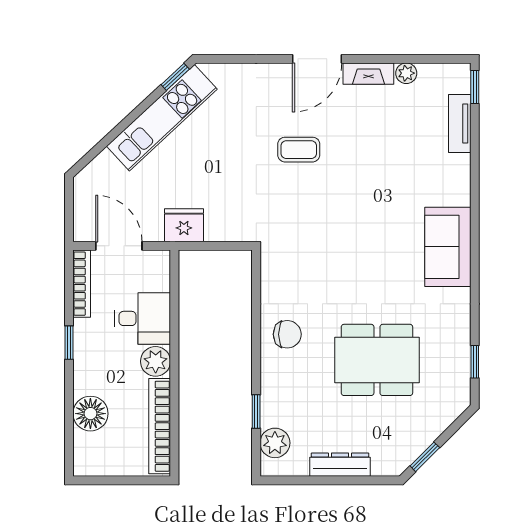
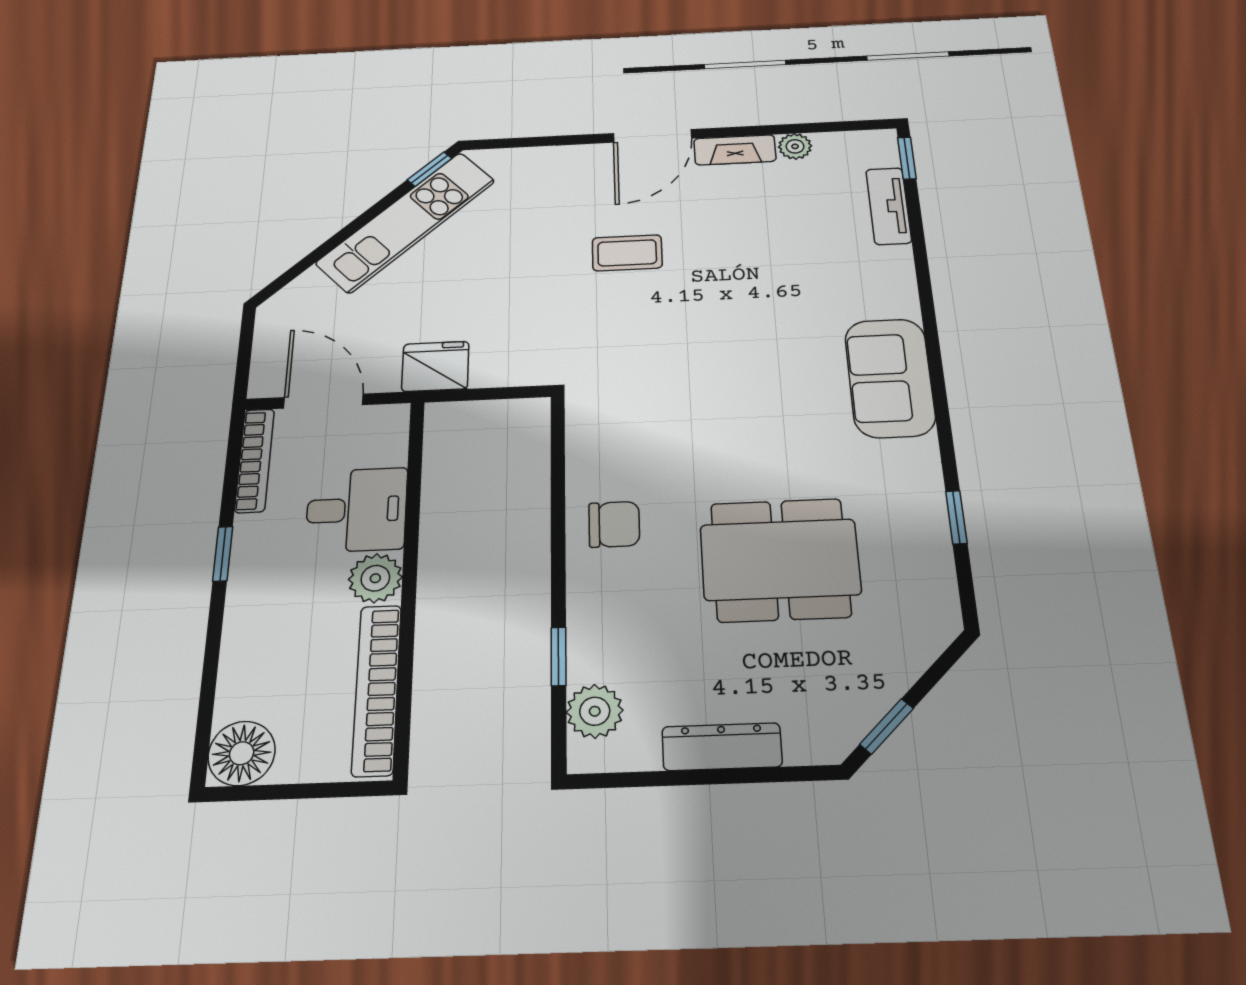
window: (475, 362) -> (956, 517), moved
floor lamp: (90, 414) -> (242, 753), moved

